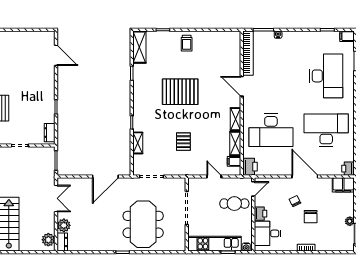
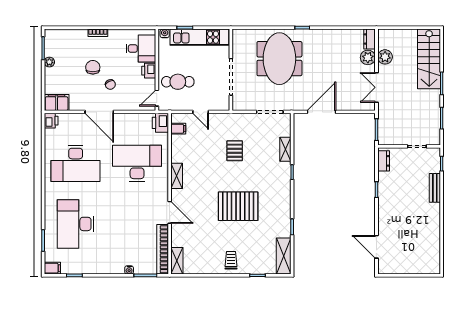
shelving: (235, 143) -> (177, 261), moved
plant: (48, 240) -> (385, 57), moved

